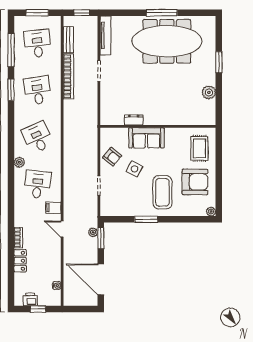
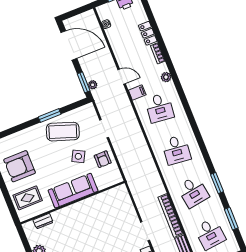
window: (11, 50) -> (231, 219), width x0.69
dresser: (134, 120) -> (43, 221), moved
desk: (37, 137) -> (176, 150), turned 30
sofa: (146, 138) -> (73, 191), width x1.36
rug: (199, 148) -> (28, 198), turned 90
armchair: (112, 157) -> (103, 159), turned -129
plant: (19, 162) -> (166, 77), moved
coffee table: (162, 192) -> (63, 132), moved, turned -71

